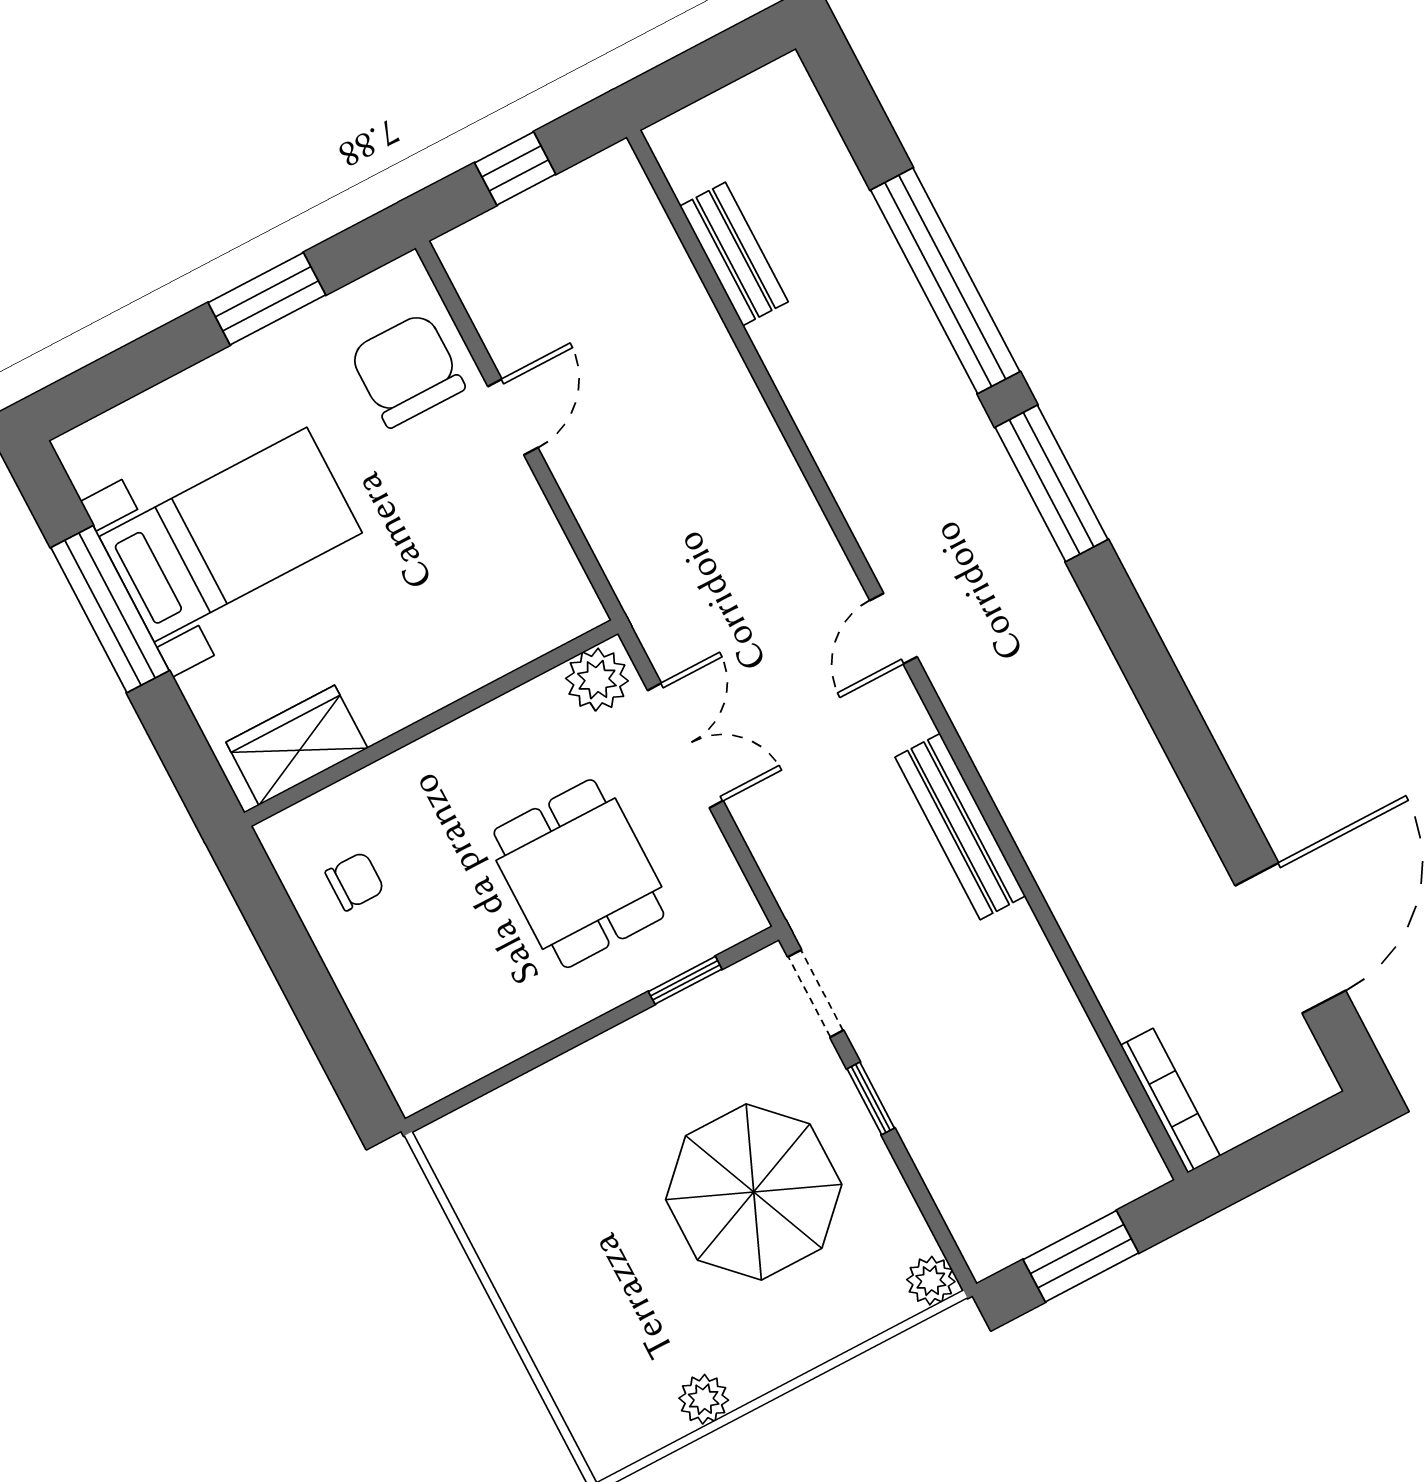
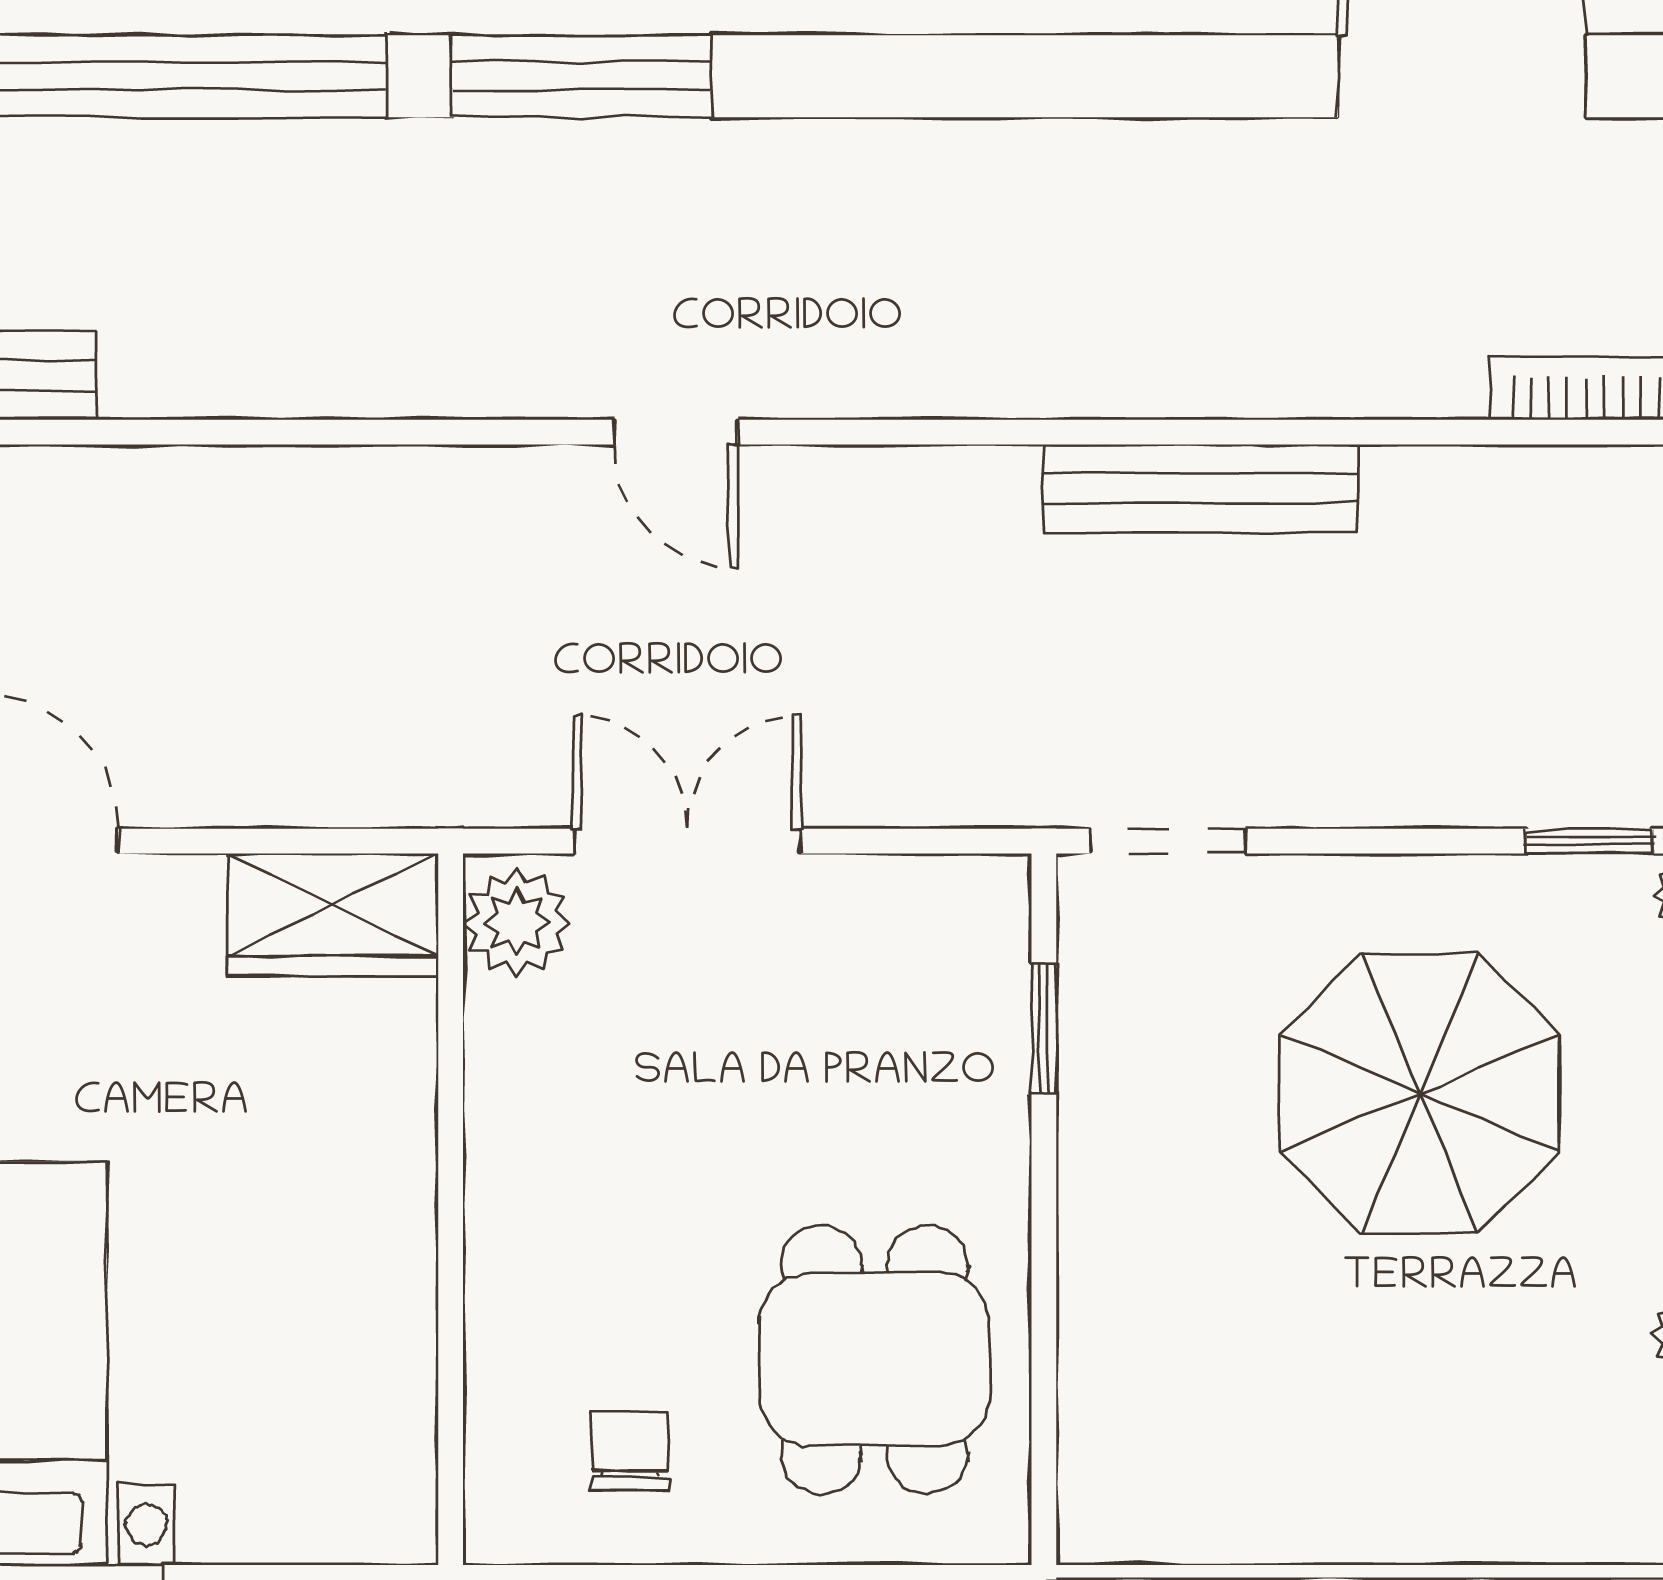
wardrobe: (297, 745) -> (333, 915), moved, turned -90
bench: (960, 827) -> (1201, 488), moved
dining table: (579, 874) -> (875, 1360), moved, turned 90
window: (871, 1098) -> (1589, 841), moved

